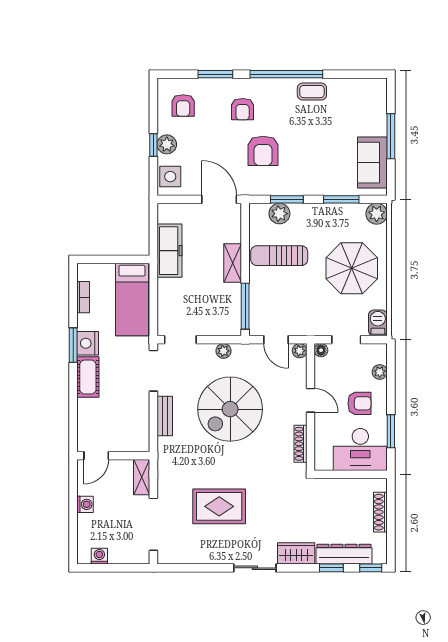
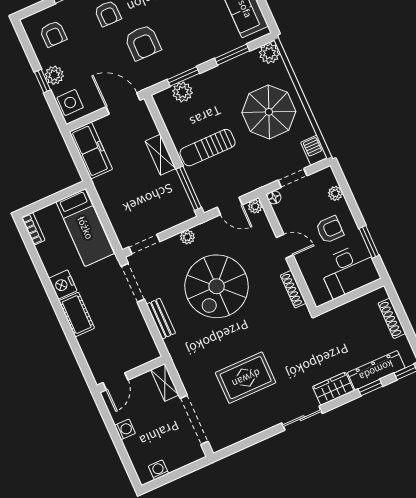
freezer: (170, 251) -> (91, 150), moved
sun lounger: (279, 256) -> (208, 148), moved
bookcase: (83, 297) -> (33, 229), moved
window: (73, 345) -> (51, 292), removed

